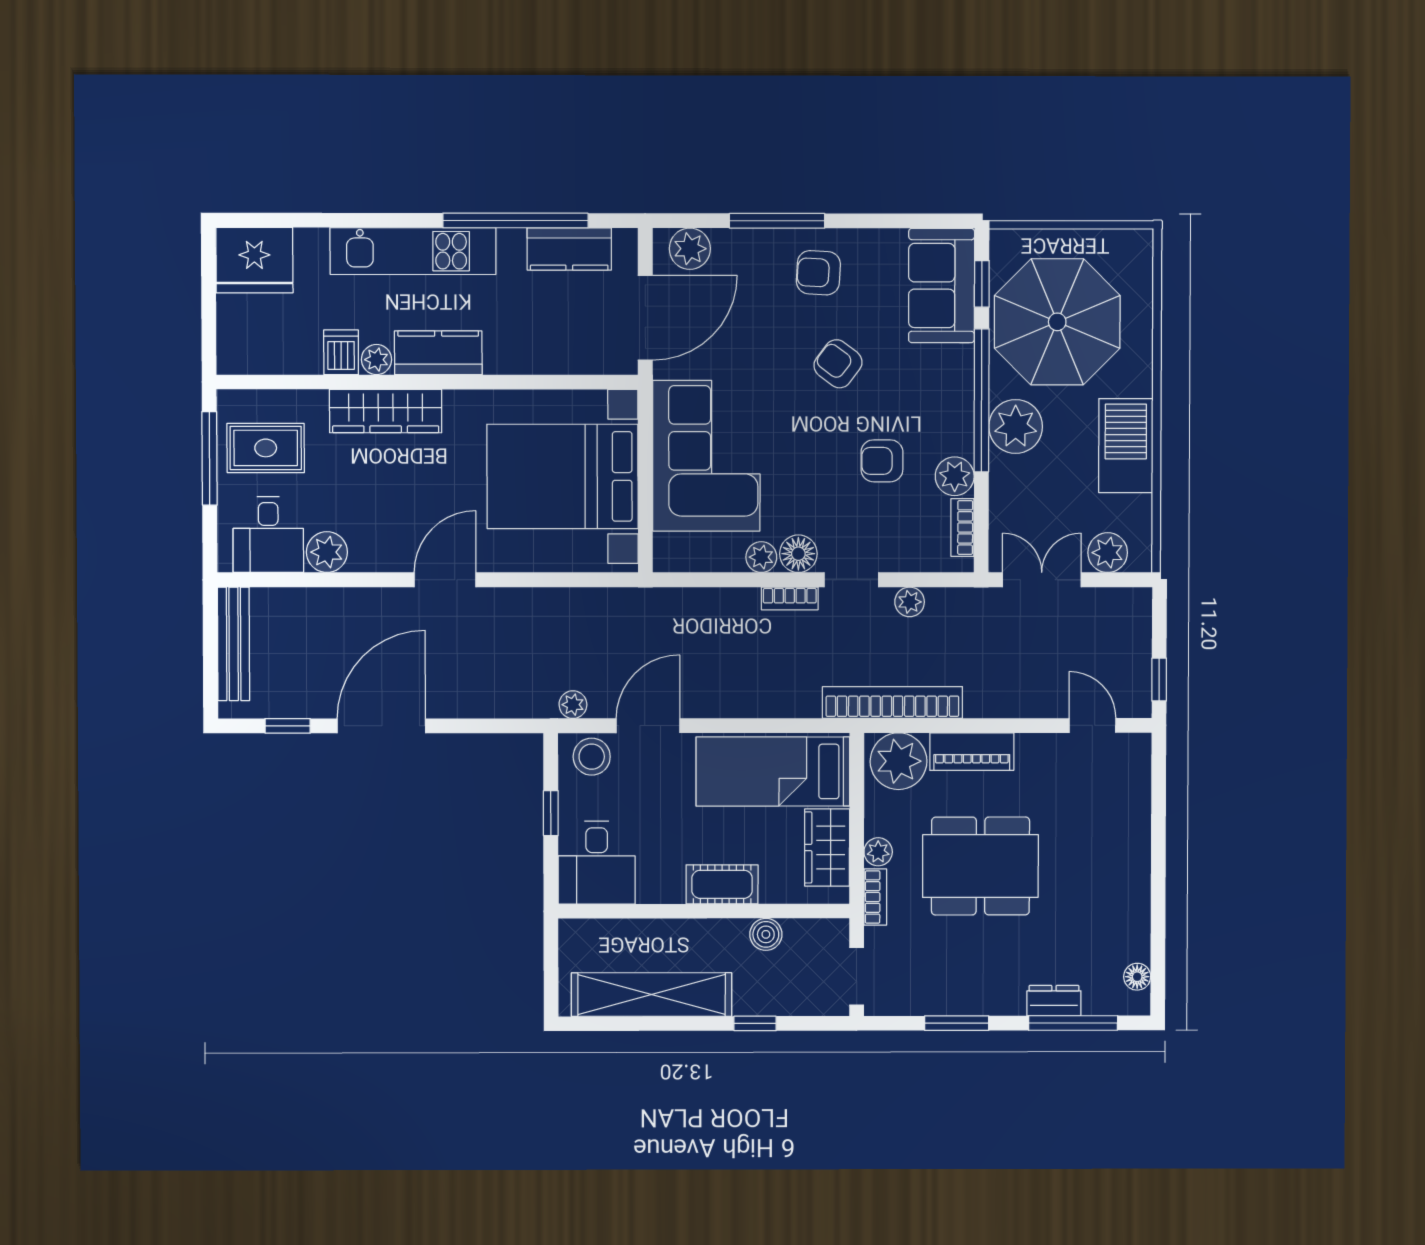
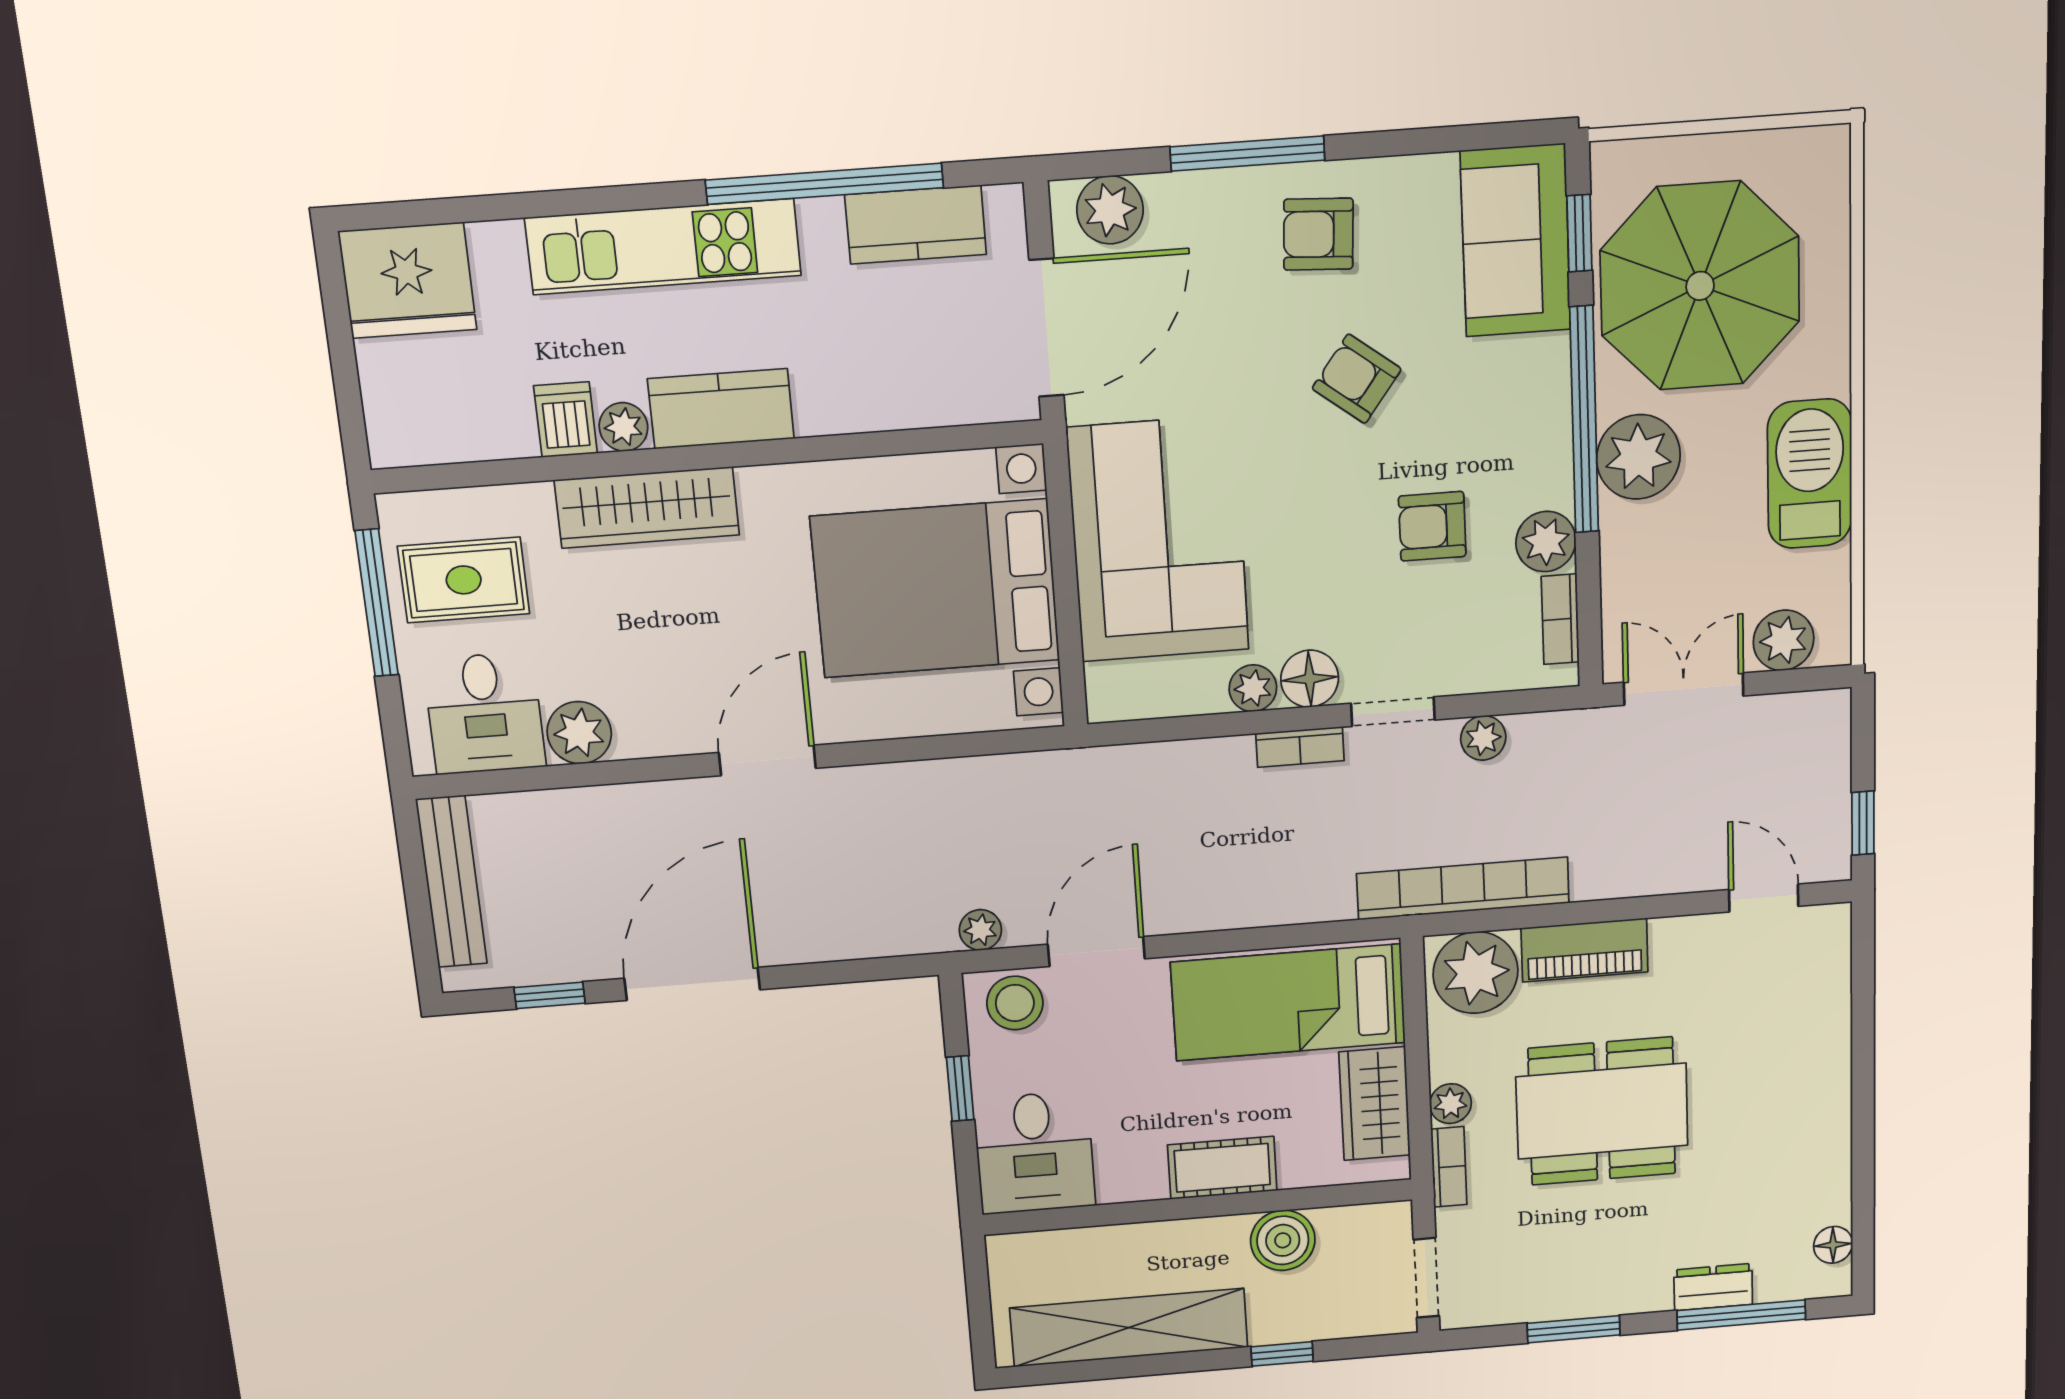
boiler: (766, 934) -> (1283, 1240), width x1.36, depth x1.36

